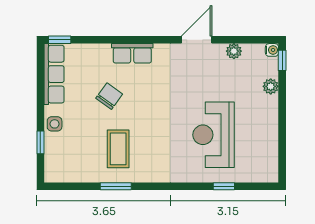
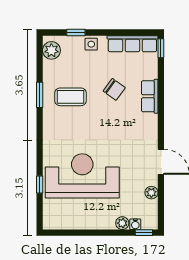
water cooler: (272, 50) -> (135, 224), moved
row of seats: (132, 53) -> (150, 96), moved
reception desk: (214, 135) -> (82, 176), width x1.36, depth x1.30
plant: (62, 172) -> (51, 50), added

